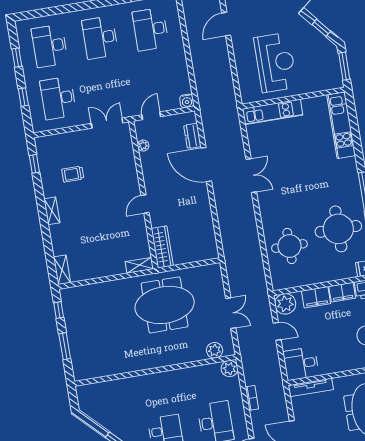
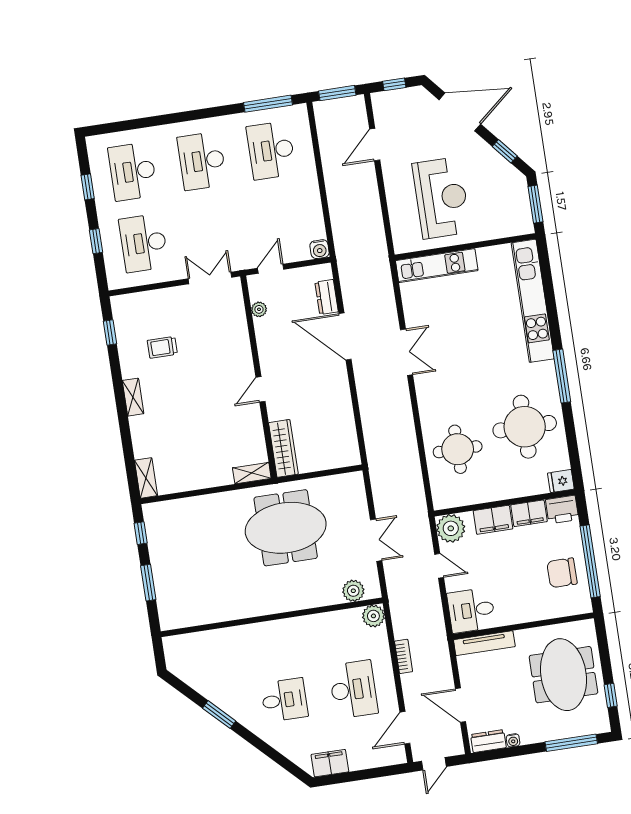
kitchen unit: (341, 125) -> (533, 301), width x1.36

